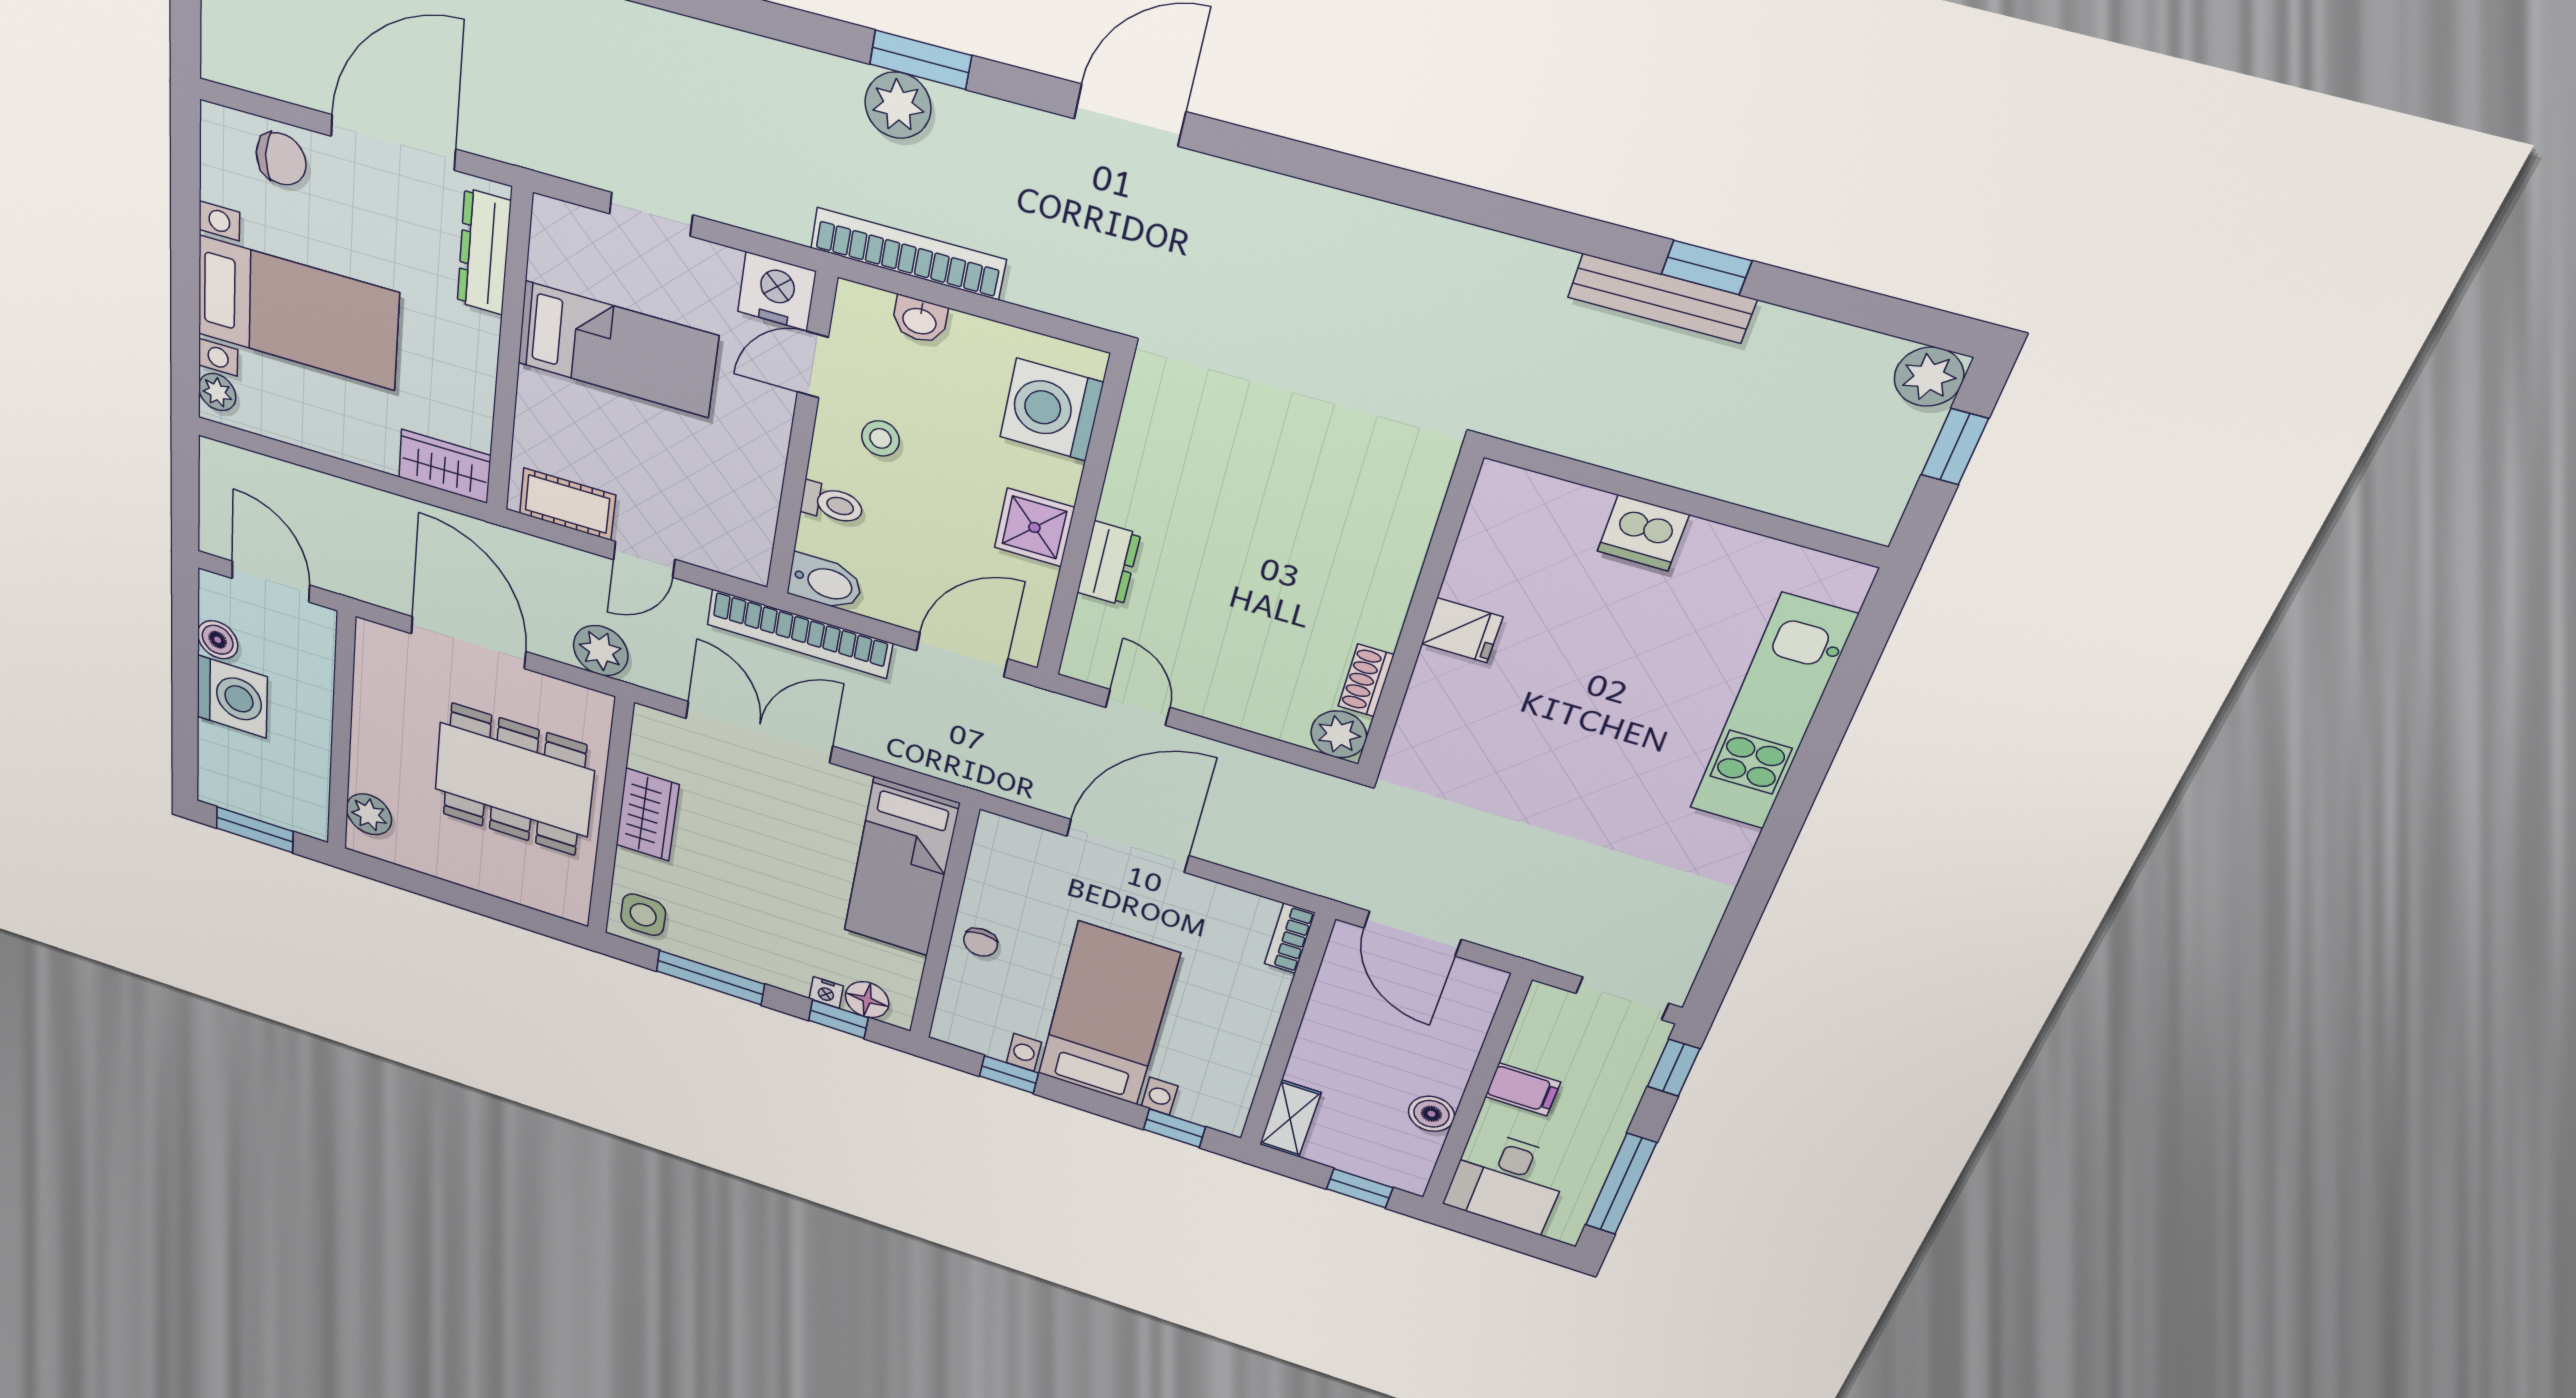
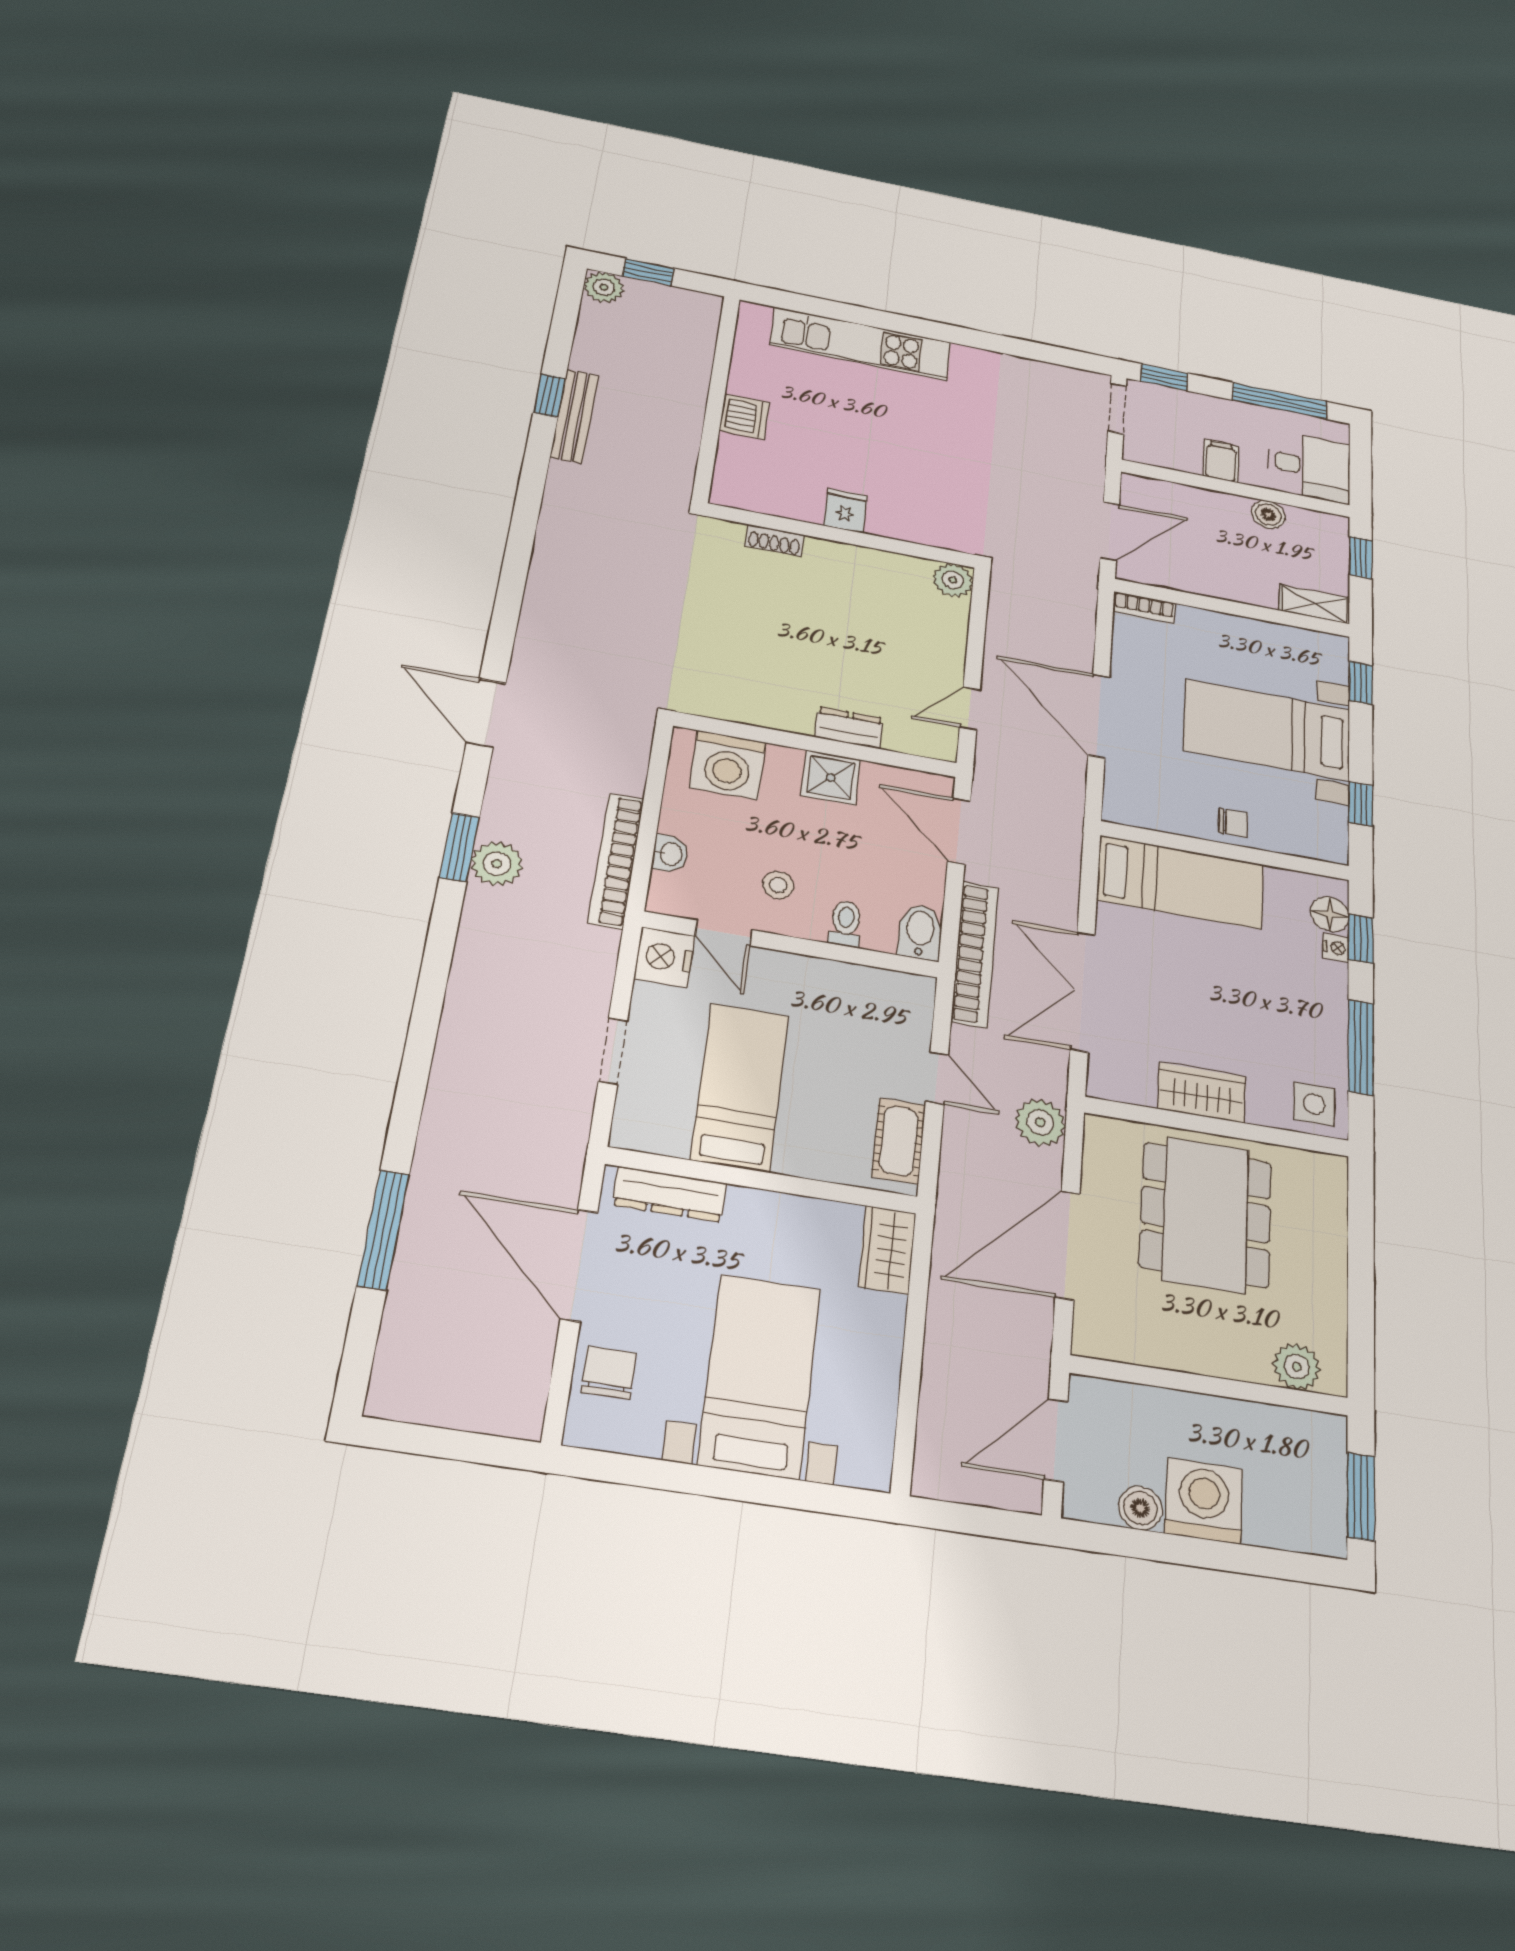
plant: (217, 392) -> (859, 1470), removed
shoe rack: (1366, 680) -> (774, 540), moved

